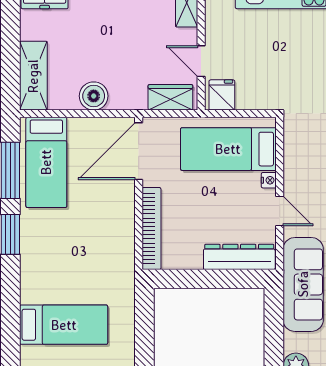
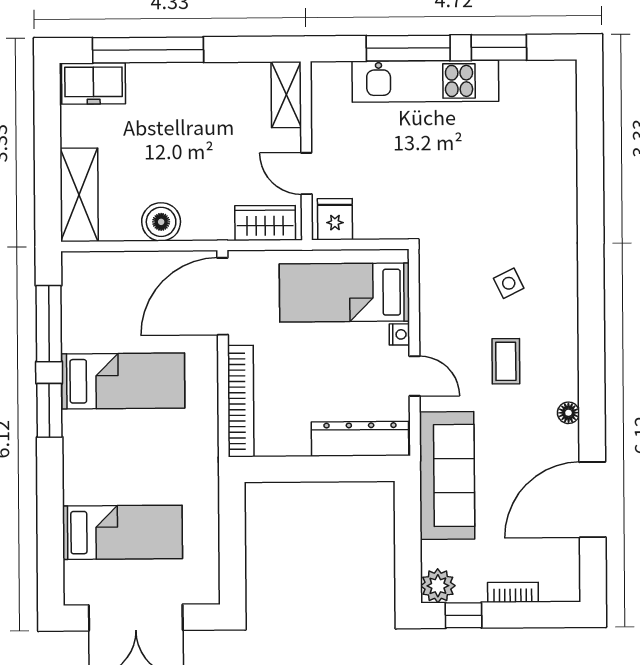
bed: (46, 162) -> (123, 381), moved, turned -90

